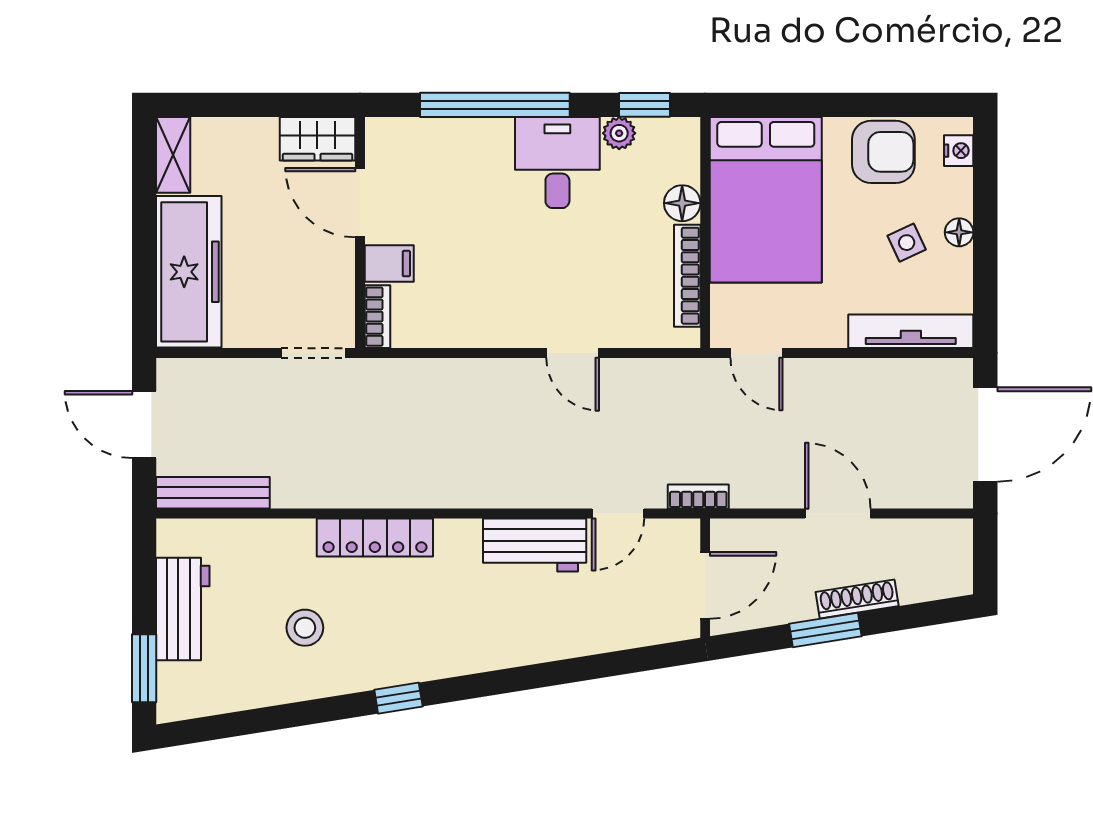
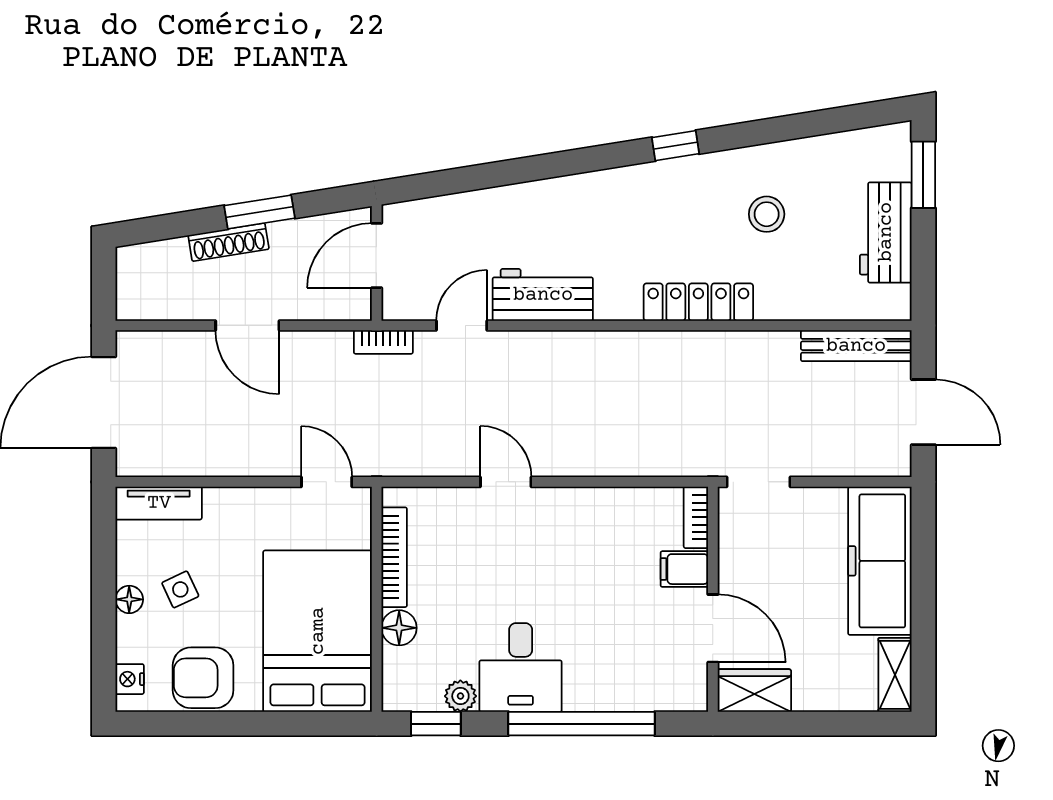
tv unit: (911, 331) -> (159, 503), width x0.71

